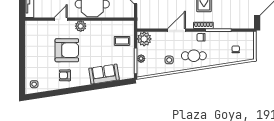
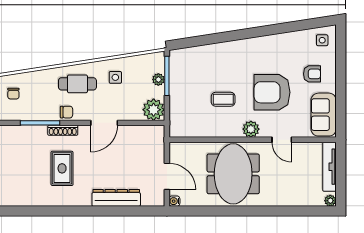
door: (61, 19) -> (282, 140), hinge flipped
coffee table: (122, 41) -> (223, 99), moved
sofa: (104, 74) -> (324, 115), moved, turned 99
armchair: (65, 75) -> (312, 74), moved

